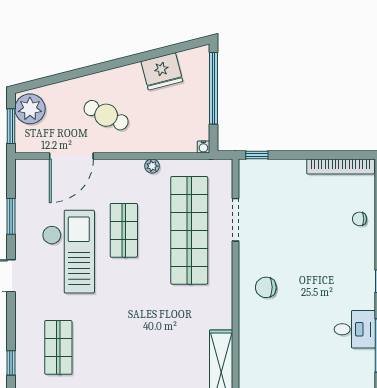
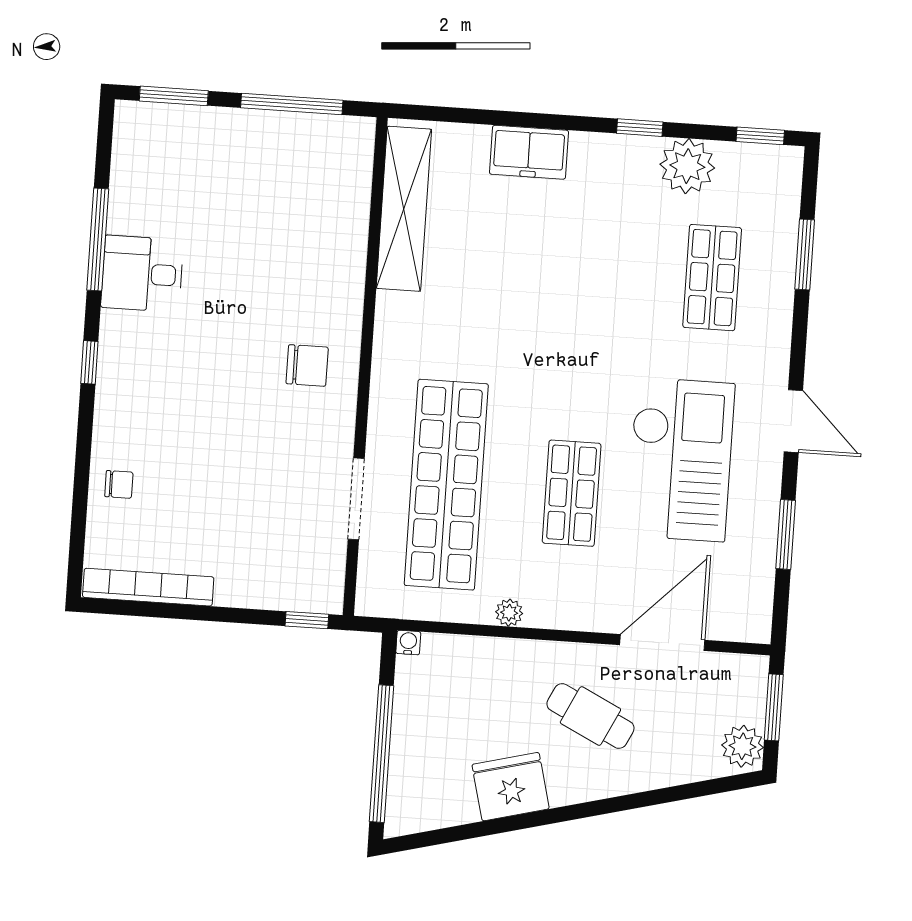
fridge: (162, 71) -> (511, 787), moved
plant: (30, 109) -> (742, 746), width x0.73, depth x0.73
checkout: (68, 252) -> (680, 460), turned 180
window: (11, 363) -> (805, 254), width x1.50

